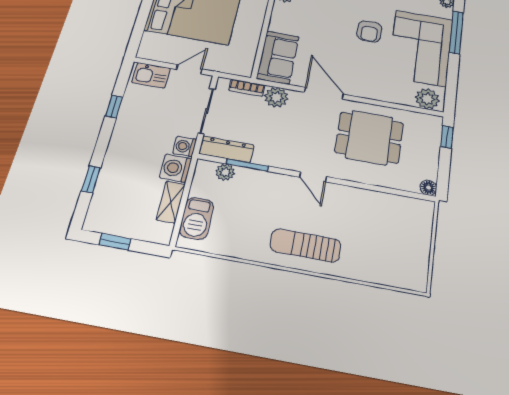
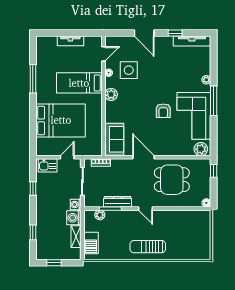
plant: (276, 97) -> (118, 165), removed
dresser: (226, 149) -> (117, 202), moved

